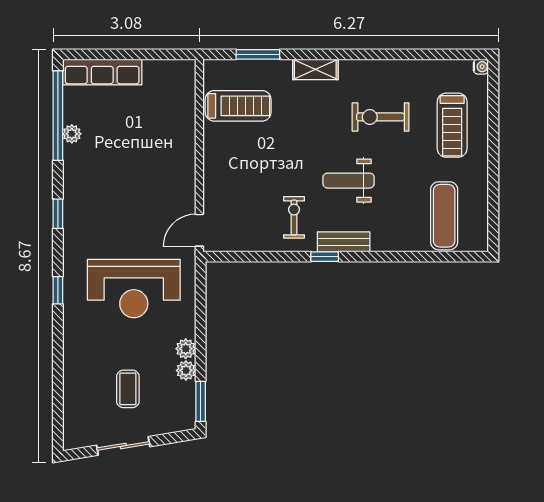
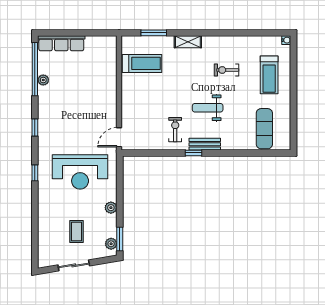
exercise bike: (381, 117) -> (227, 70), width x0.73, depth x0.72
plant: (186, 370) -> (111, 244), moved

